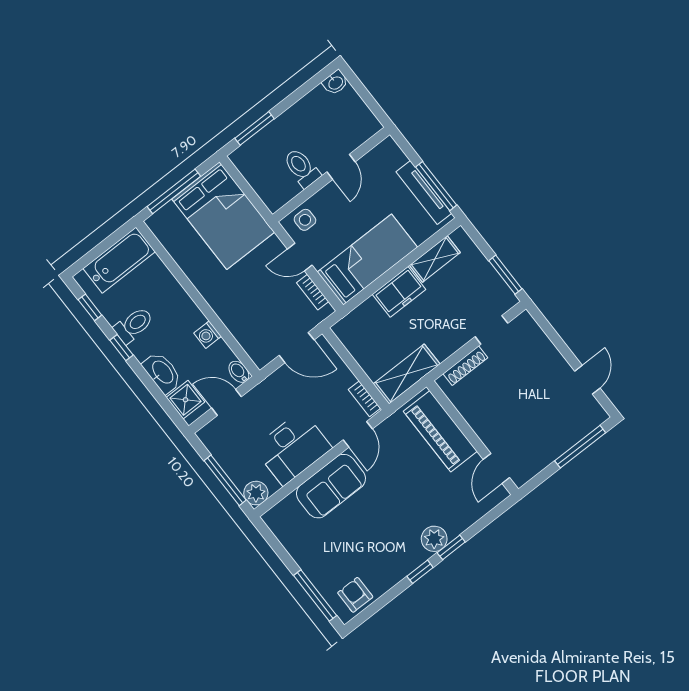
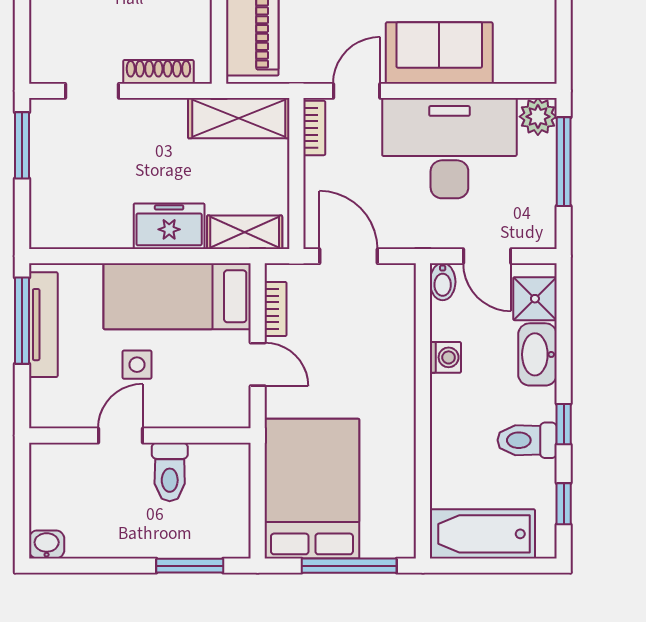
side table: (305, 220) -> (137, 365), moved
shelving: (435, 259) -> (245, 232), moved
desk: (293, 448) -> (449, 148), width x1.36, depth x1.30

